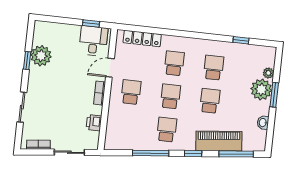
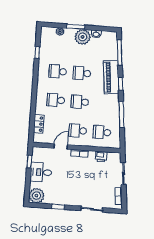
locker: (142, 38) -> (39, 124), width x0.66
desk: (93, 41) -> (41, 172), moved
plant: (41, 56) -> (36, 196), moved
door: (110, 68) -> (61, 146), swing flipped
plant: (261, 89) -> (83, 37), moved
school desk: (167, 130) -> (102, 132), moved
piano: (219, 141) -> (111, 77), moved

